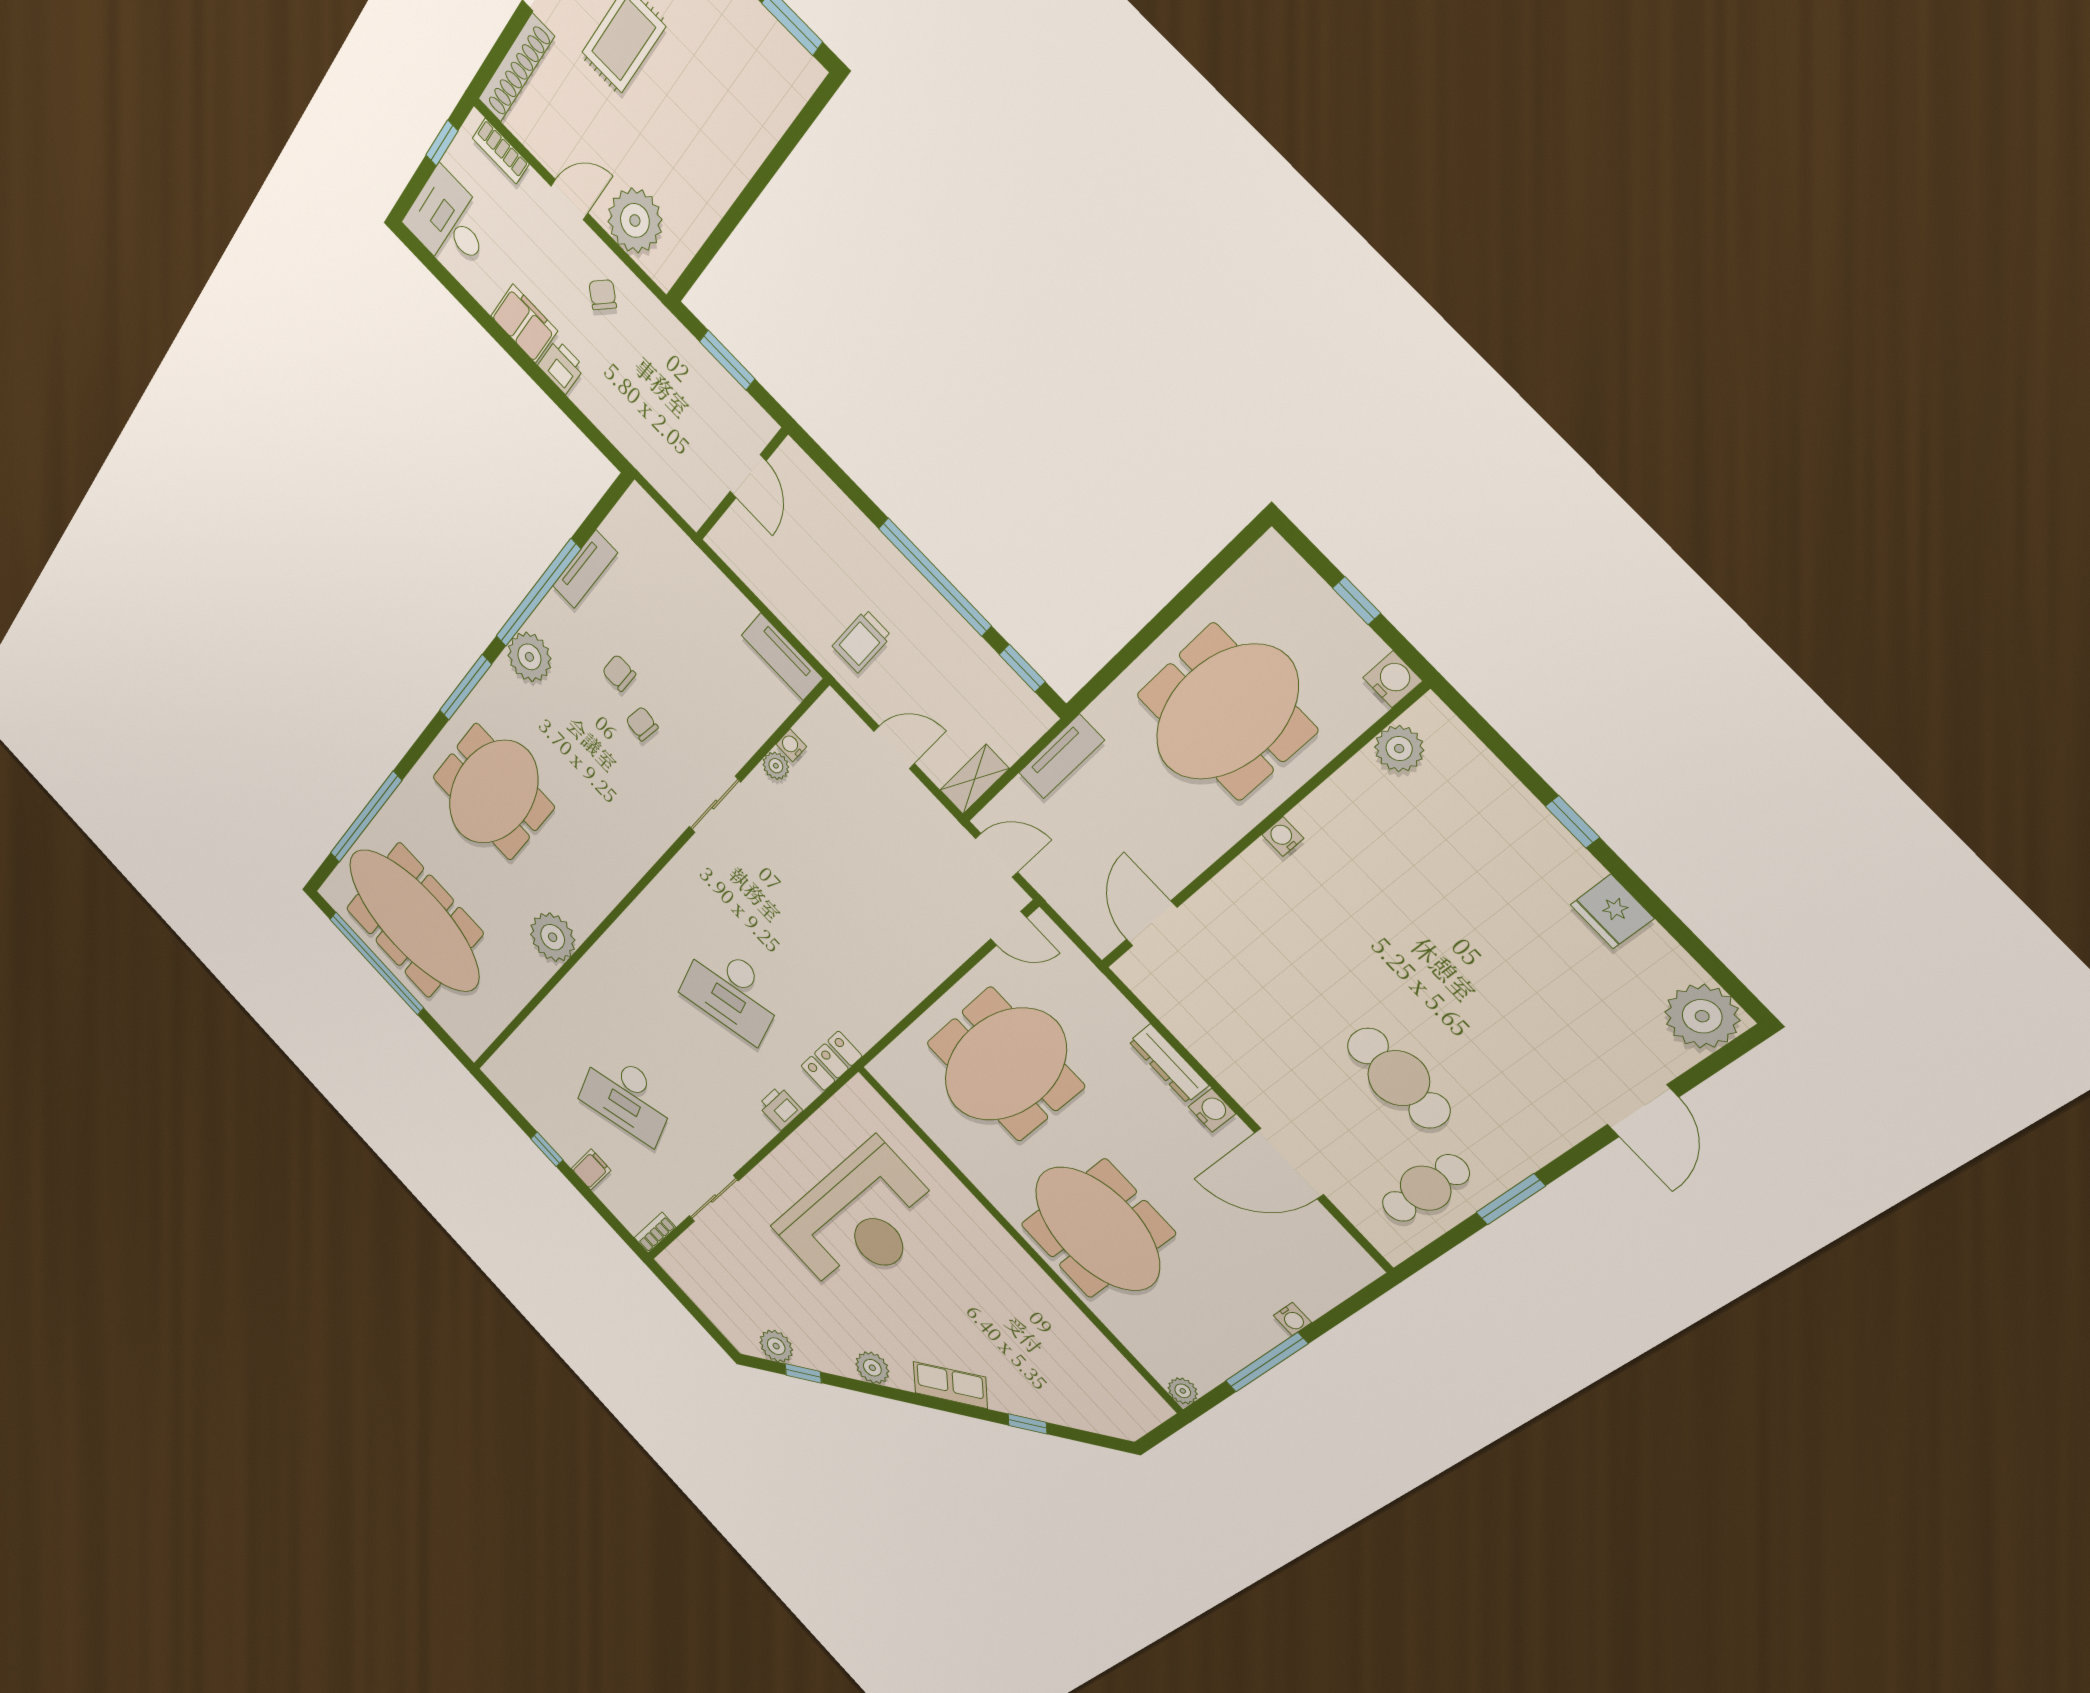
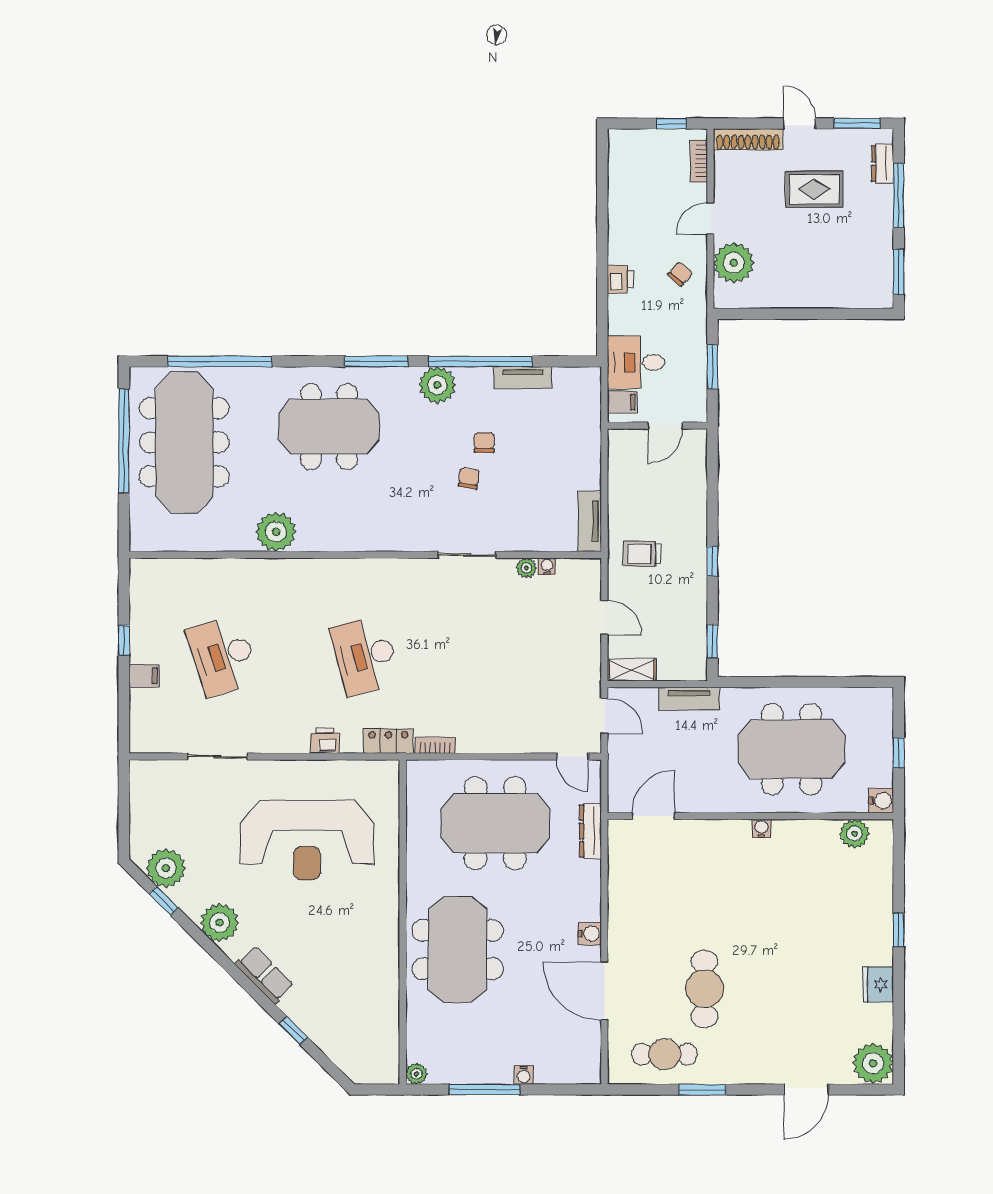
door: (569, 200) -> (710, 219), swing flipped
desk: (449, 222) -> (636, 362), moved, turned -90
filing cabinet: (524, 324) -> (622, 402), moved, width x0.50
window: (935, 577) -> (712, 561), width x0.32
dresser: (1169, 1063) -> (590, 831), moved
bookcase: (655, 1233) -> (435, 745), moved
plant: (776, 1346) -> (166, 868), width x1.36, depth x1.36
plant: (872, 1368) -> (220, 923), width x1.36, depth x1.36

